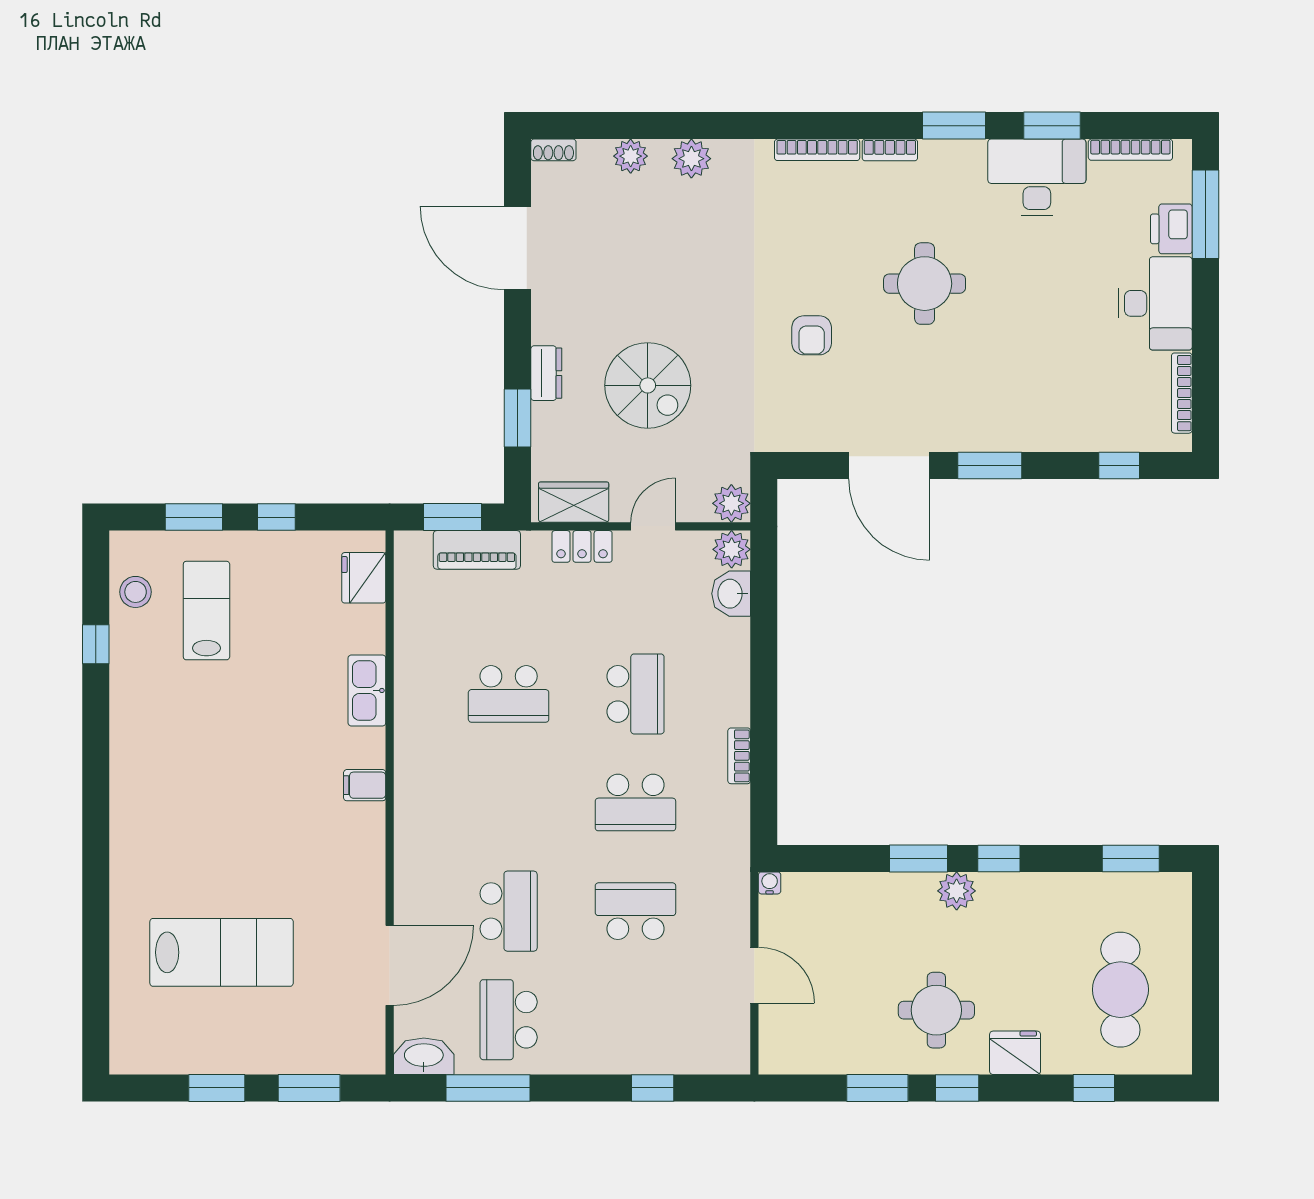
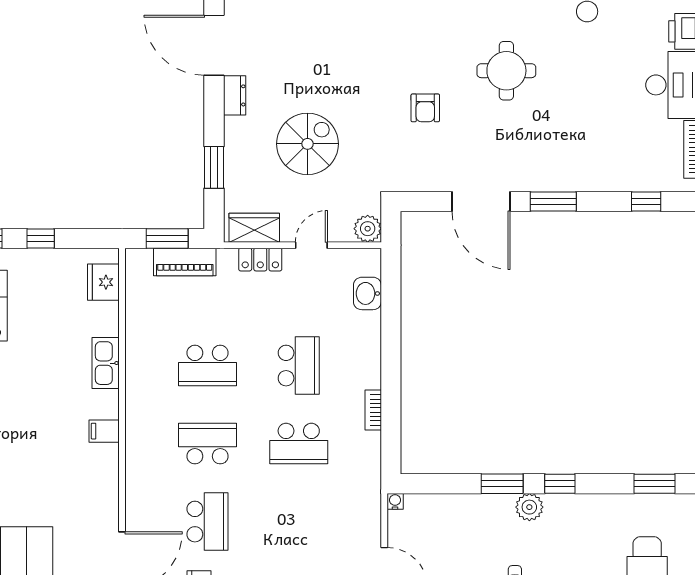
dresser: (546, 373) -> (235, 95), moved
spiral stairs: (648, 385) -> (307, 144), turned -90
plant: (732, 549) -> (368, 262), removed
school desk: (635, 911) -> (208, 444), moved

